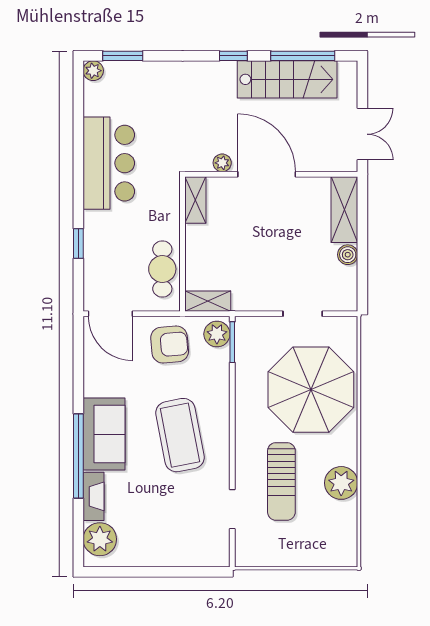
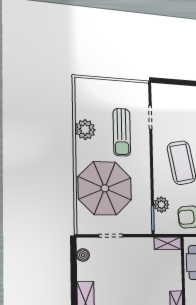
boiler: (348, 255) -> (83, 255), moved
plant: (217, 334) -> (161, 205), moved
sun lounger: (281, 481) -> (122, 132), turned 180

